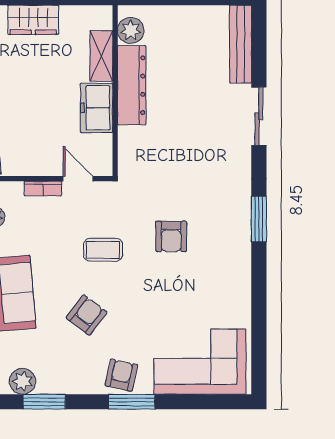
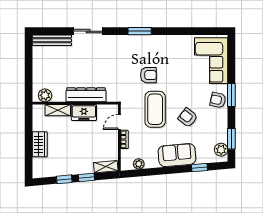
dresser: (132, 85) -> (86, 95), moved
coffee table: (103, 250) -> (155, 109), width x1.86, depth x1.72

